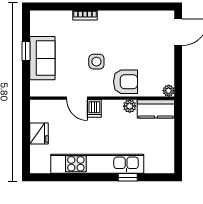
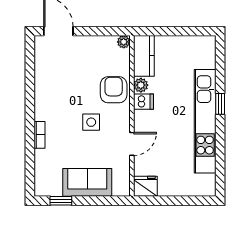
window: (26, 51) -> (61, 201), moved
dishwasher: (94, 109) -> (143, 102), moved
fridge: (39, 133) -> (145, 186), moved
window: (128, 177) -> (220, 104), moved

